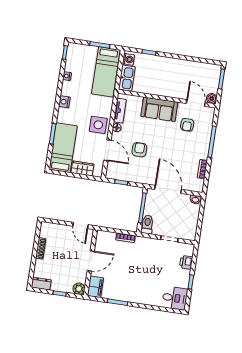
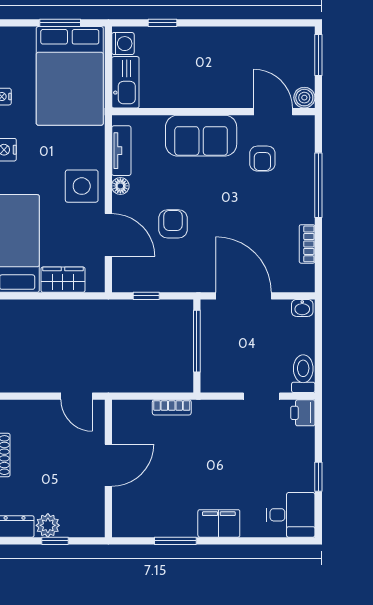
bed: (106, 72) -> (70, 76), width x1.50
toilet: (147, 224) -> (303, 374), moved
printer: (186, 262) -> (303, 413), moved
filing cabinet: (95, 287) -> (219, 523), moved, turned -90
plant: (79, 289) -> (48, 525), moved

